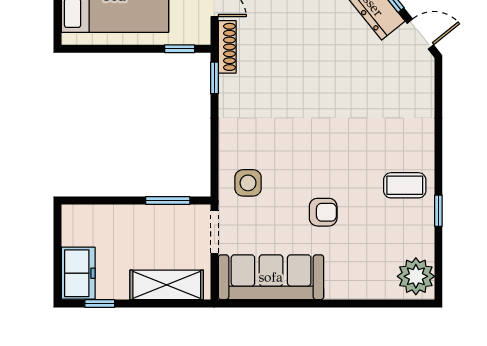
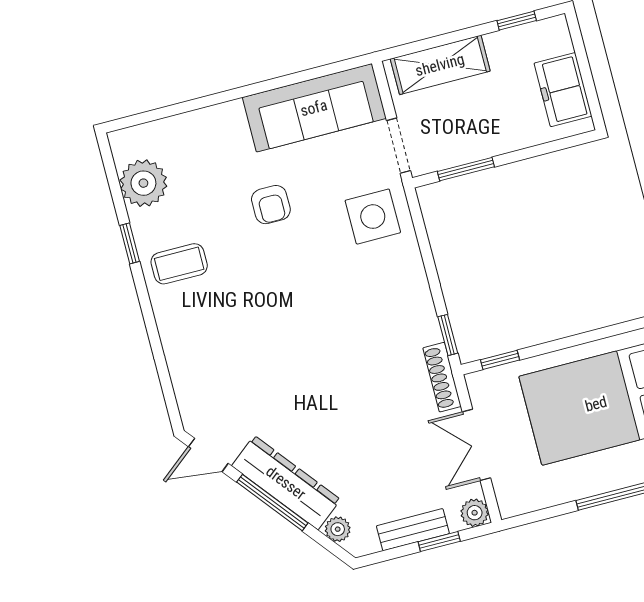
side table: (248, 183) -> (373, 217), width x1.37, depth x1.37
armchair: (323, 212) -> (271, 205), turned -90
freezer: (78, 273) -> (563, 90), moved
plant: (416, 276) -> (143, 183), moved

